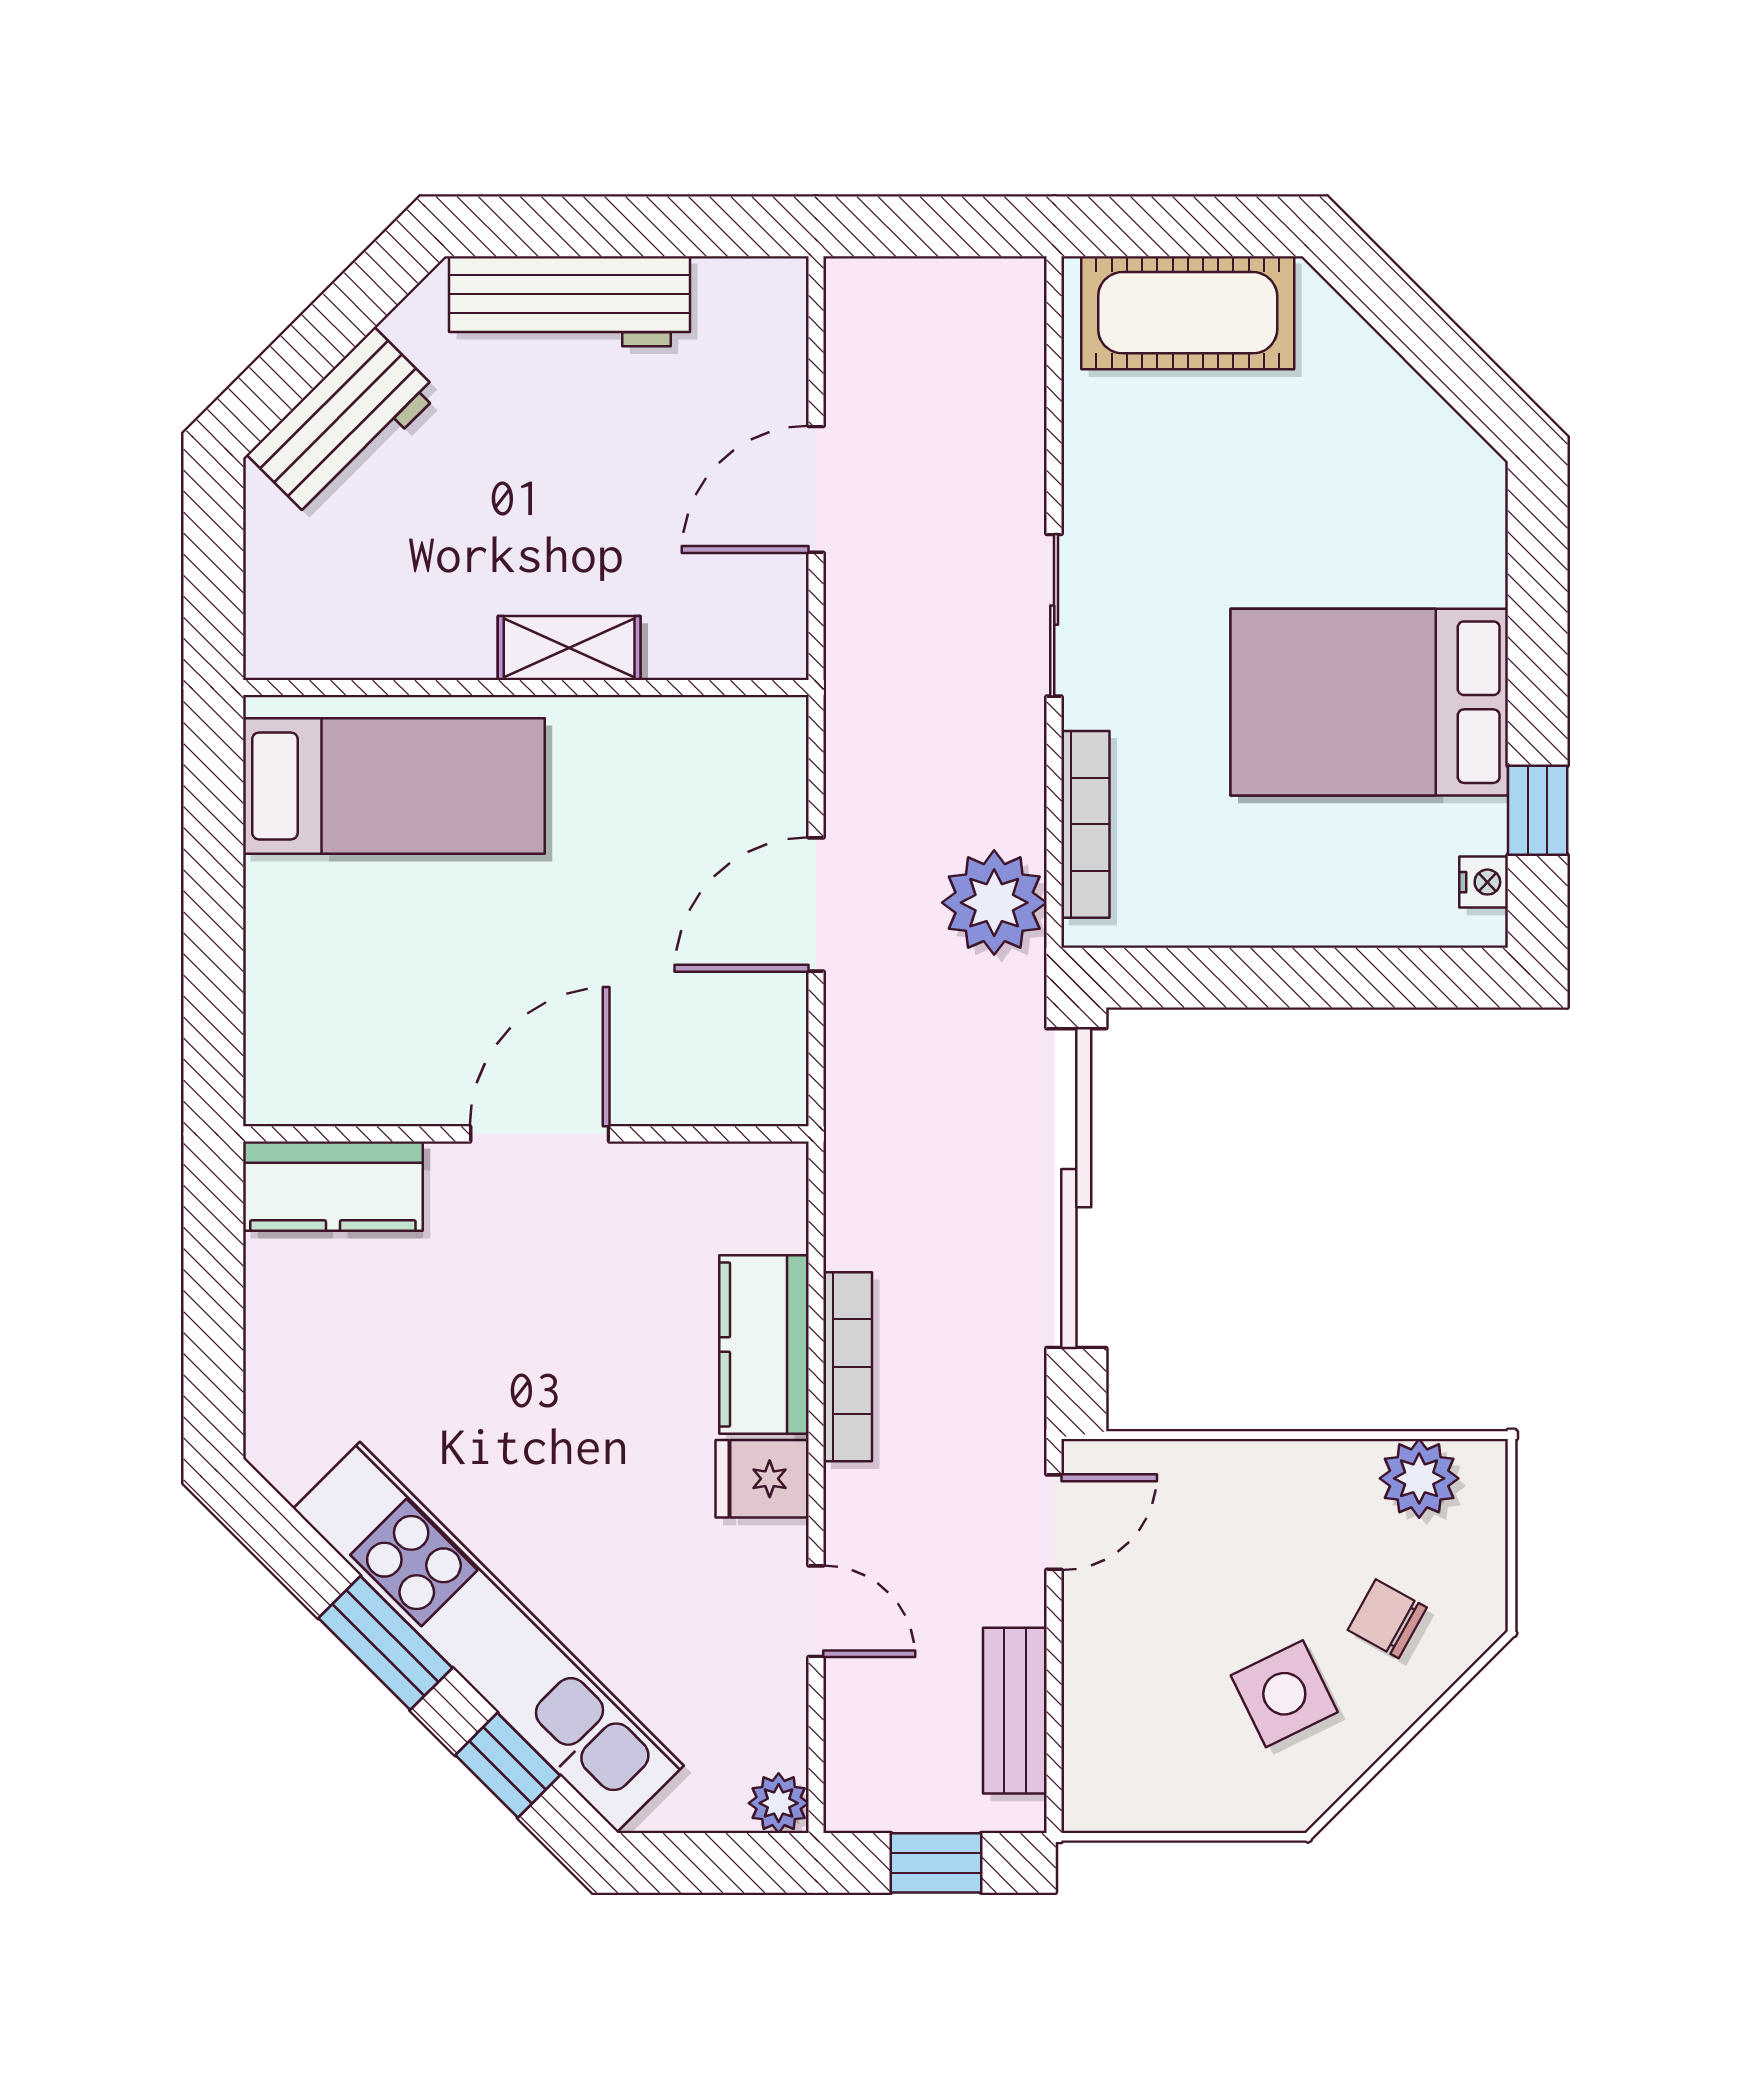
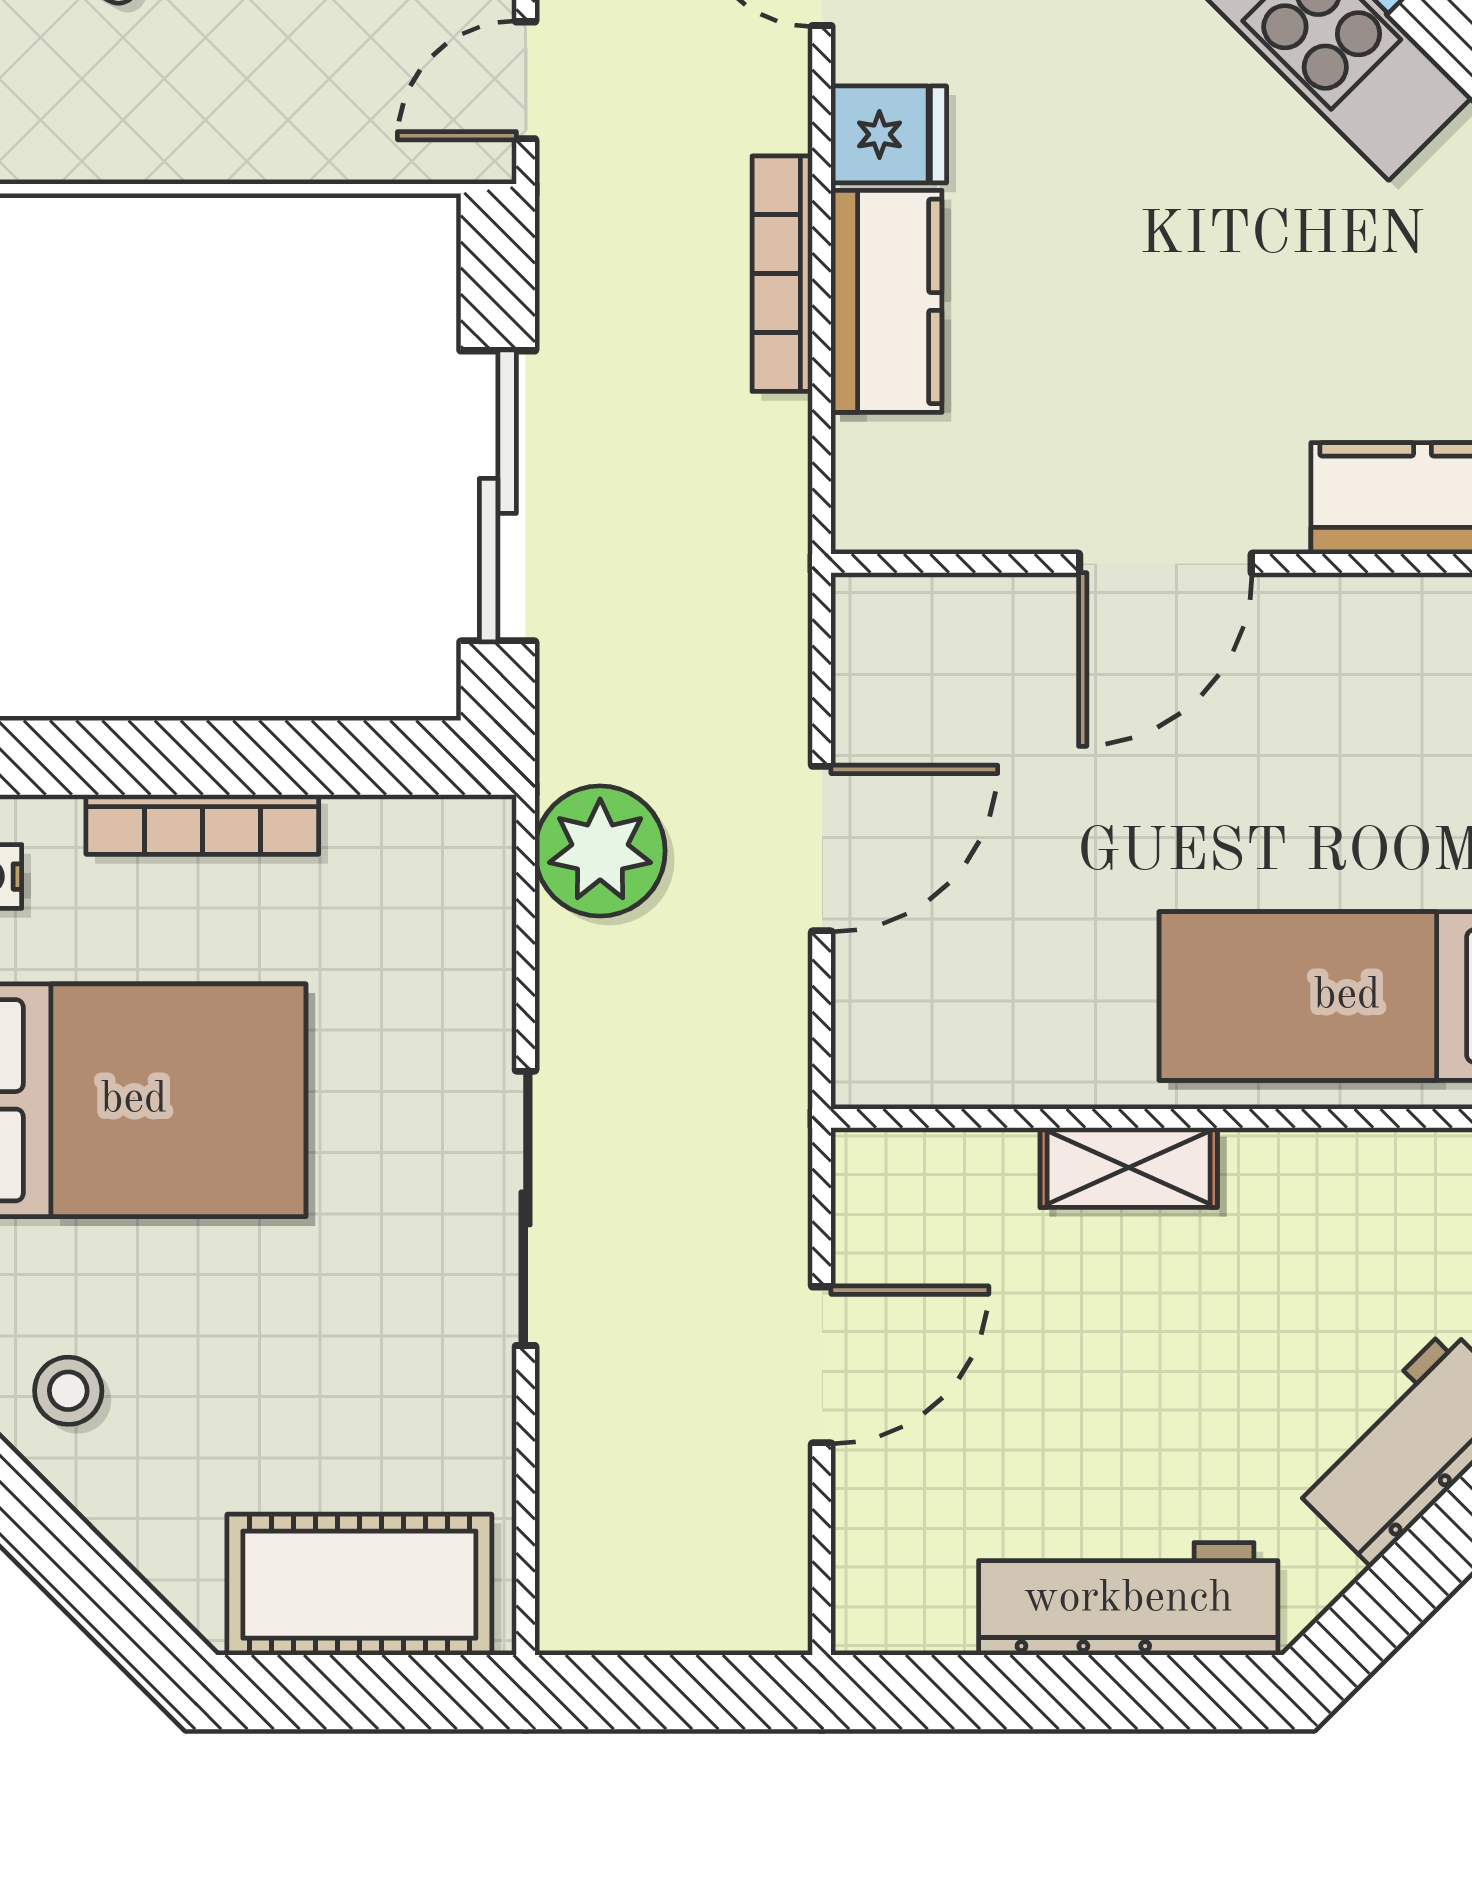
stool: (1422, 469) -> (68, 1391), added
sliding door: (1054, 615) -> (526, 1208), width x1.37
bookcase: (1085, 824) -> (202, 824), moved, turned -90
sliding door: (1076, 1188) -> (498, 496), width x0.73
plant: (1419, 1478) -> (72, 135), removed

